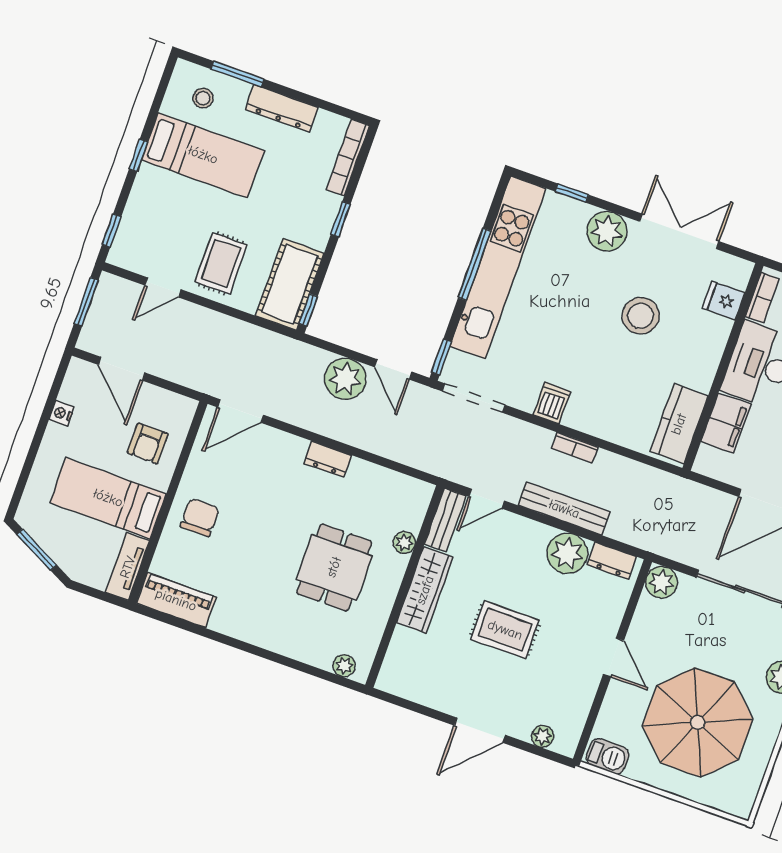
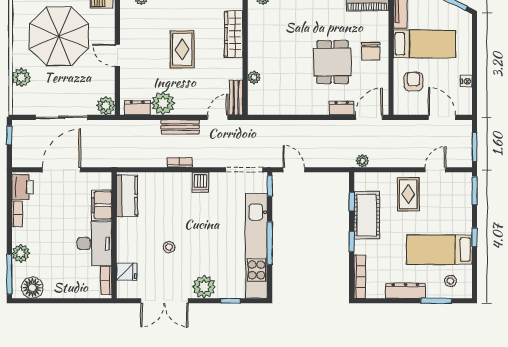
window: (112, 231) -> (474, 191), width x1.50
cot: (290, 284) -> (367, 215), moved
window: (308, 310) -> (352, 202), moved
stool: (641, 316) -> (169, 247), width x0.53, depth x0.53
plant: (345, 379) -> (362, 161), moved, width x0.53, depth x0.53
dresser: (328, 459) -> (342, 108), moved
bench: (564, 509) -> (180, 127), width x0.73
dining table: (334, 567) -> (332, 62), moved
wardrobe: (425, 590) -> (234, 34), moved
rug: (505, 630) -> (182, 49), turned 90

